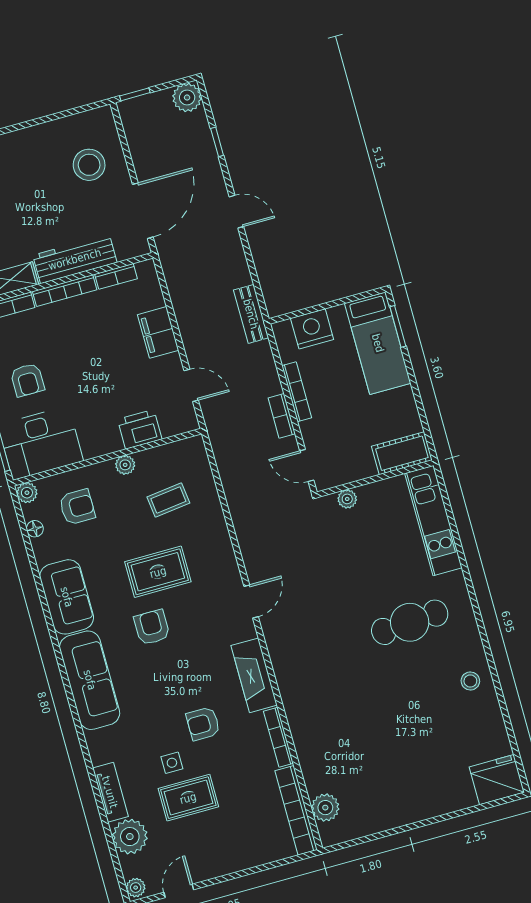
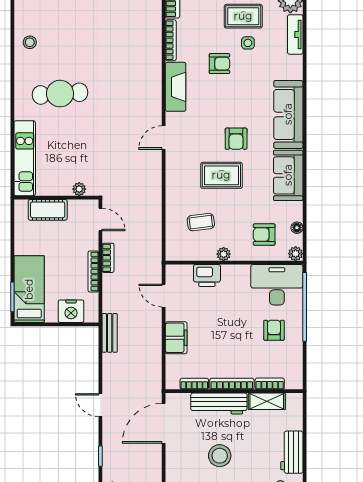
stool: (89, 165) -> (220, 456), moved
cot: (402, 453) -> (48, 210), moved

